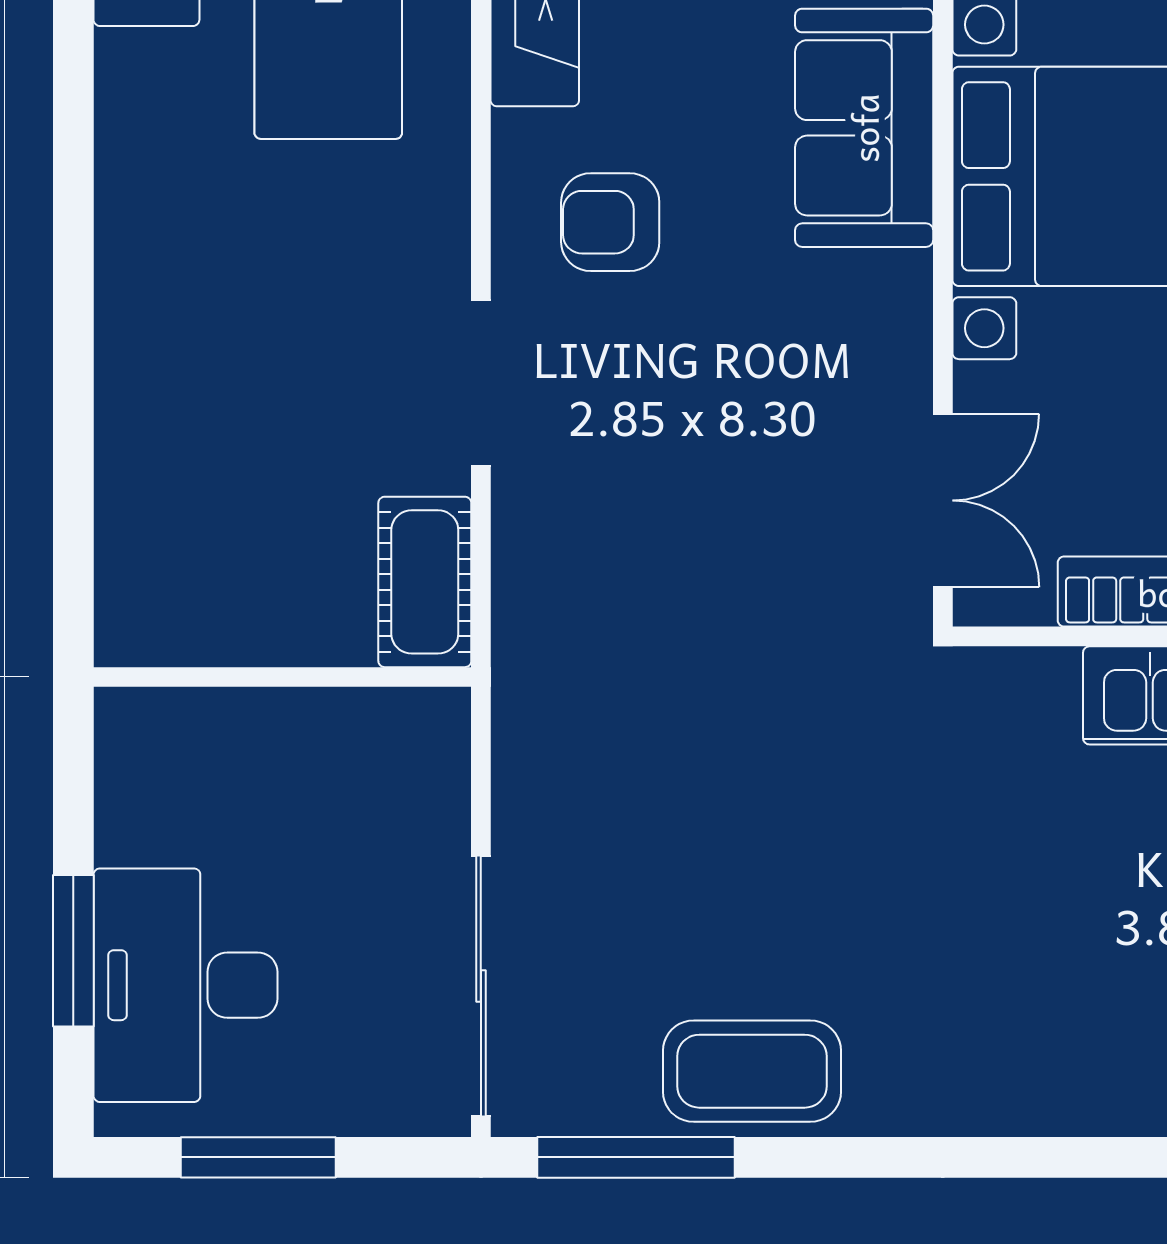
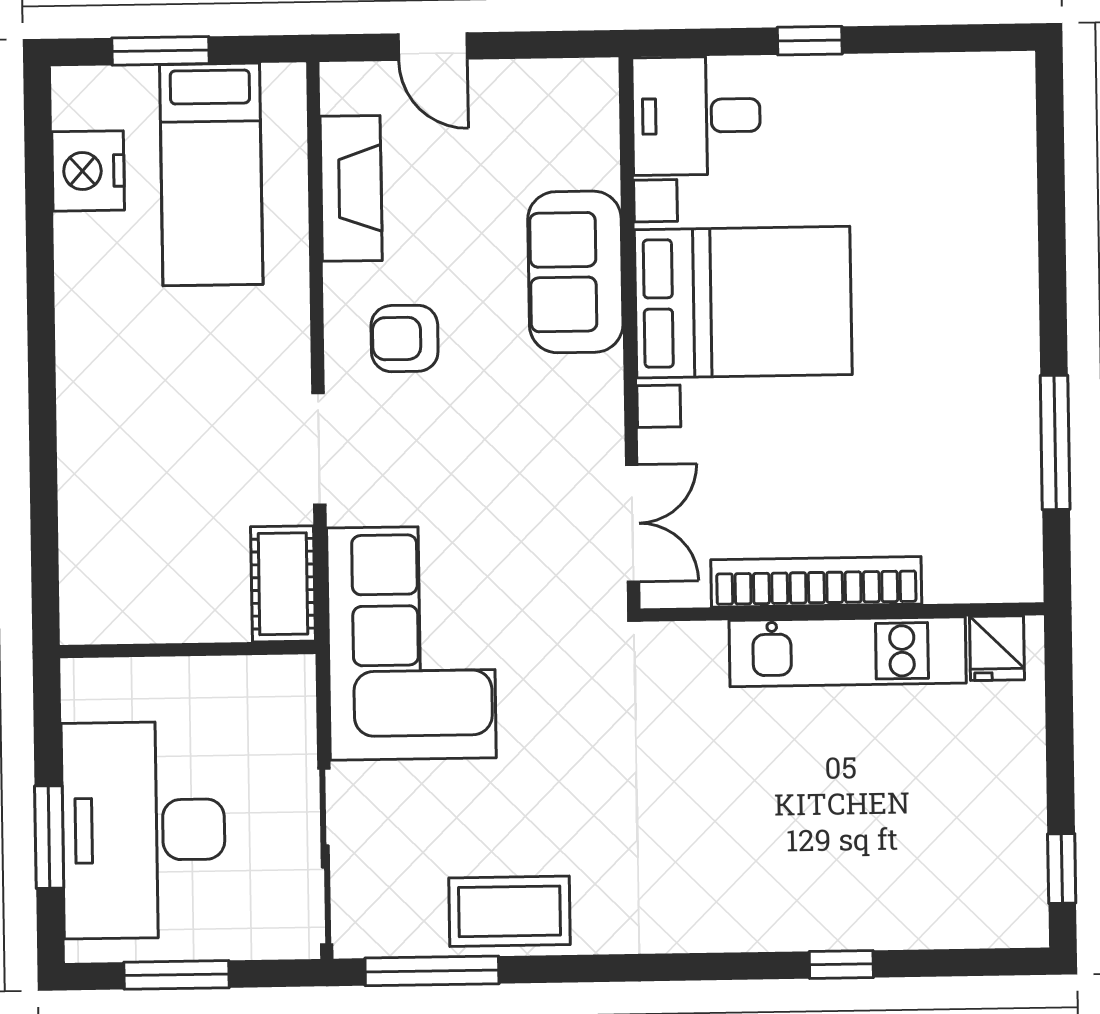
corner sofa: (613, 672) -> (411, 643), added
desk: (186, 985) -> (144, 830), width x1.36, depth x1.30

